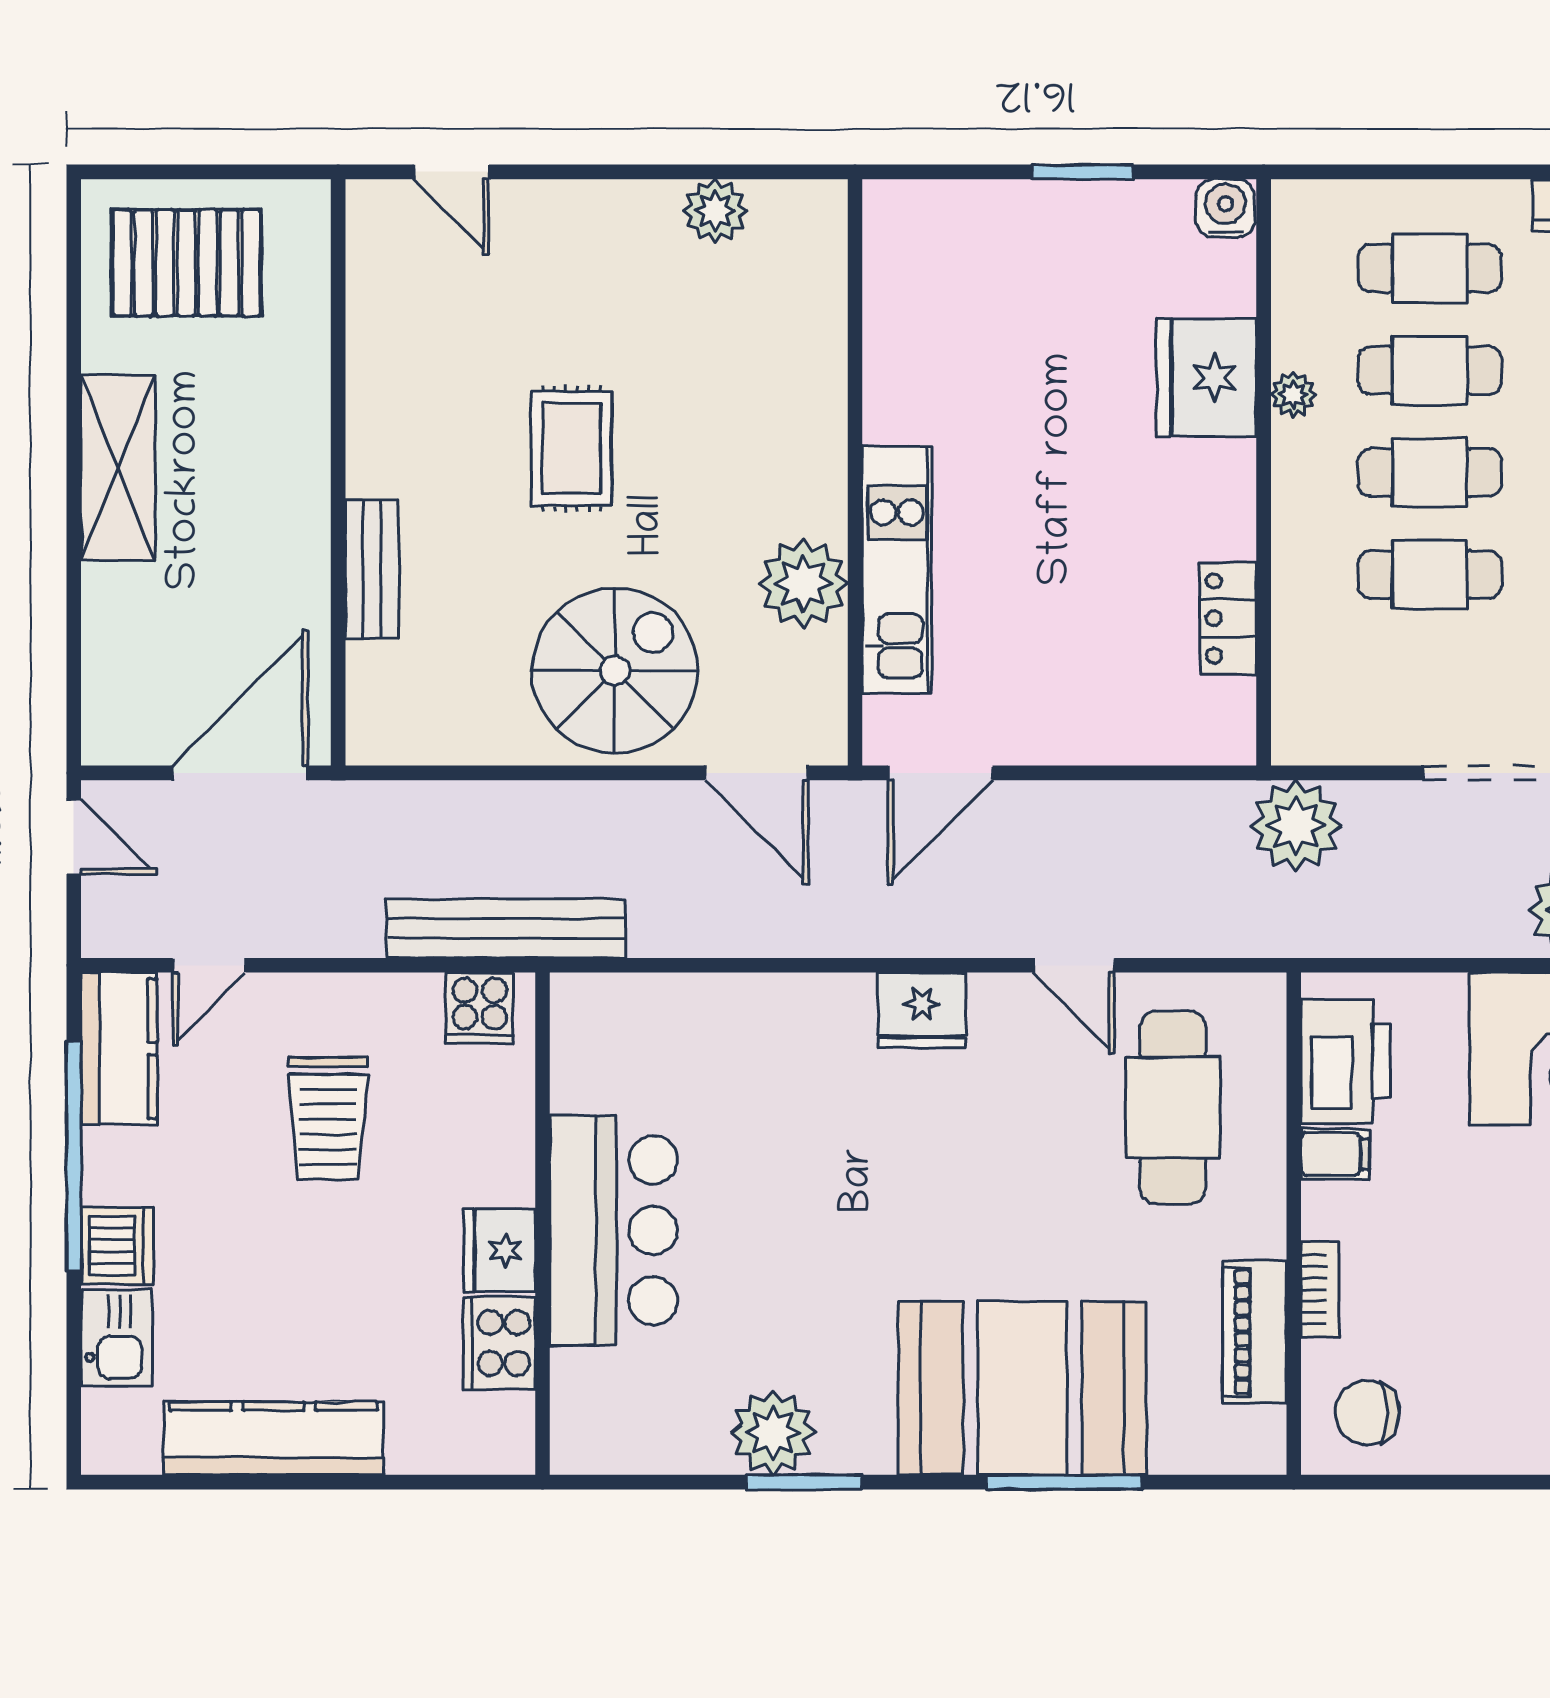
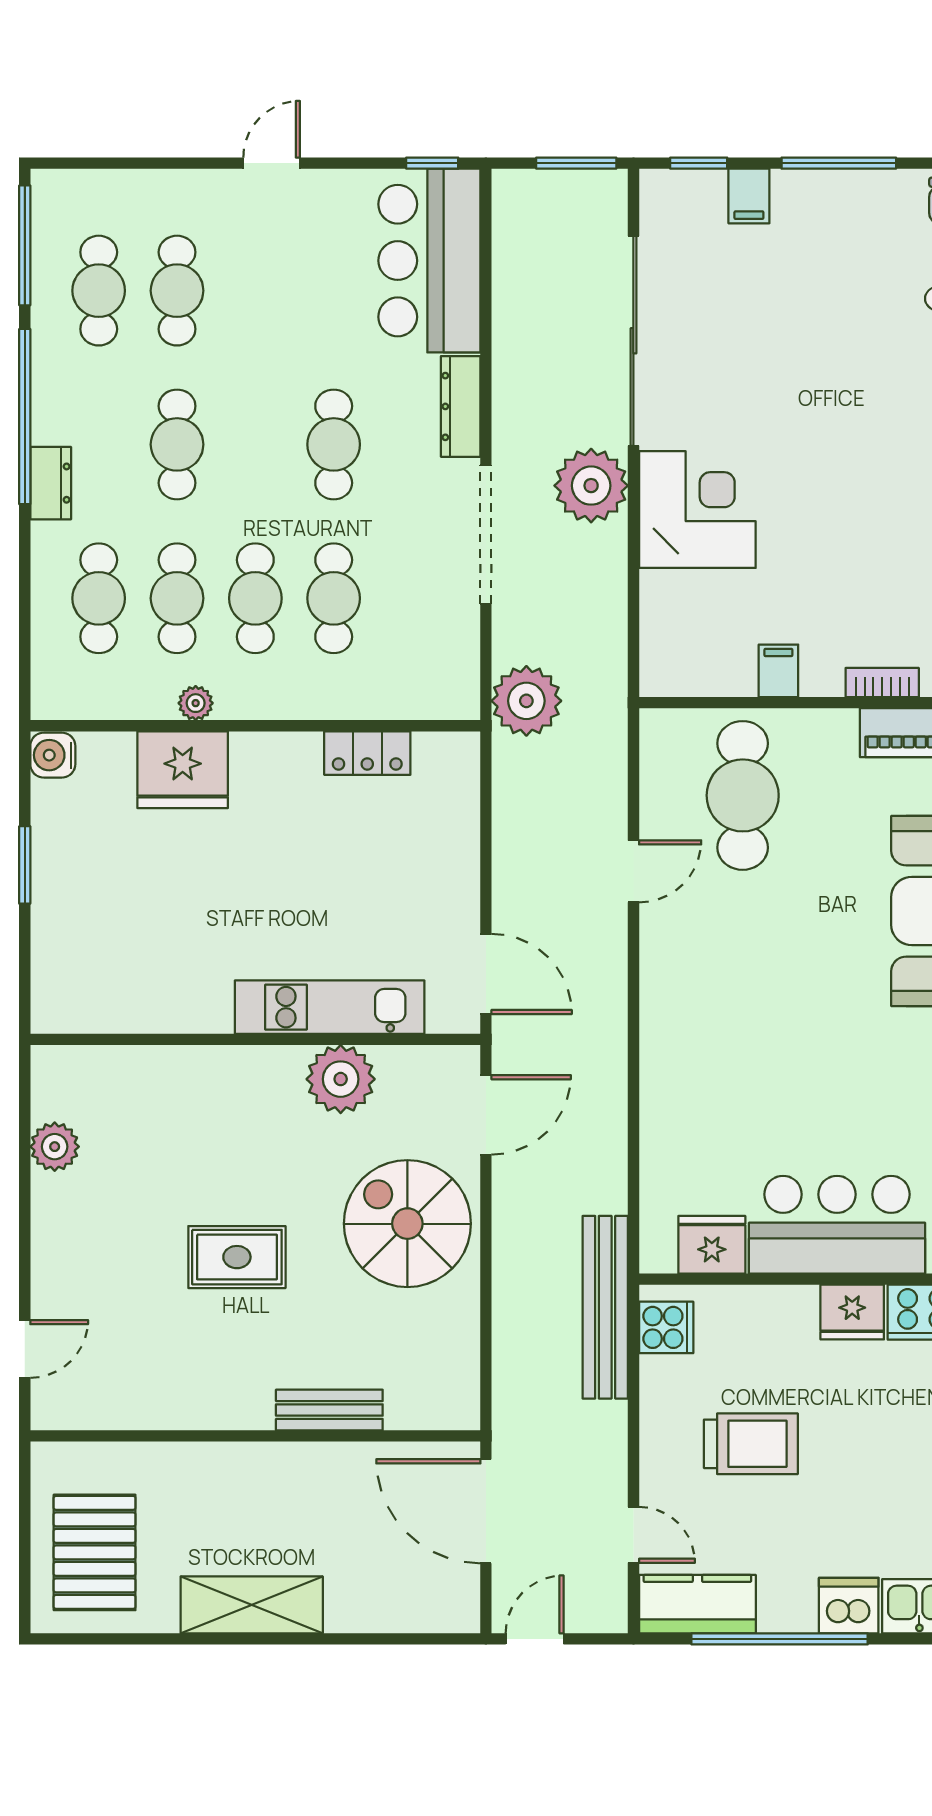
fridge: (922, 1010) -> (712, 1245), moved, turned -90
printer: (1346, 1061) -> (707, 663), removed
cafe table: (1173, 1108) -> (743, 795), turned 90

